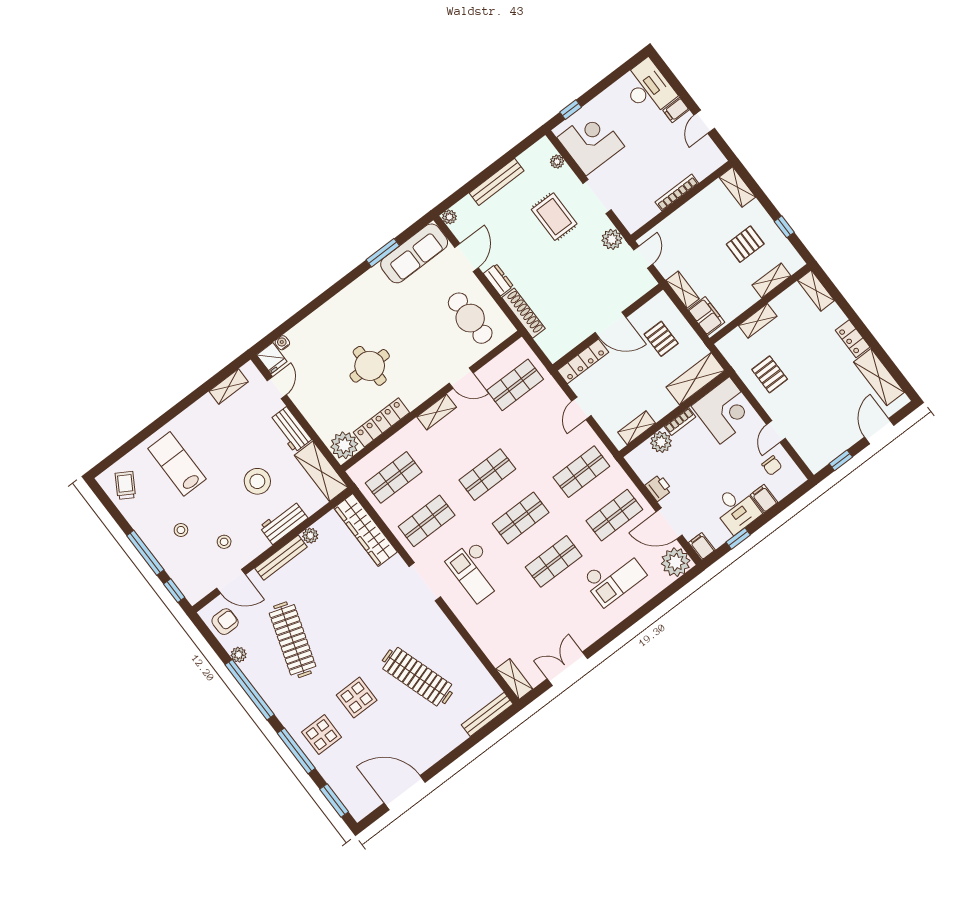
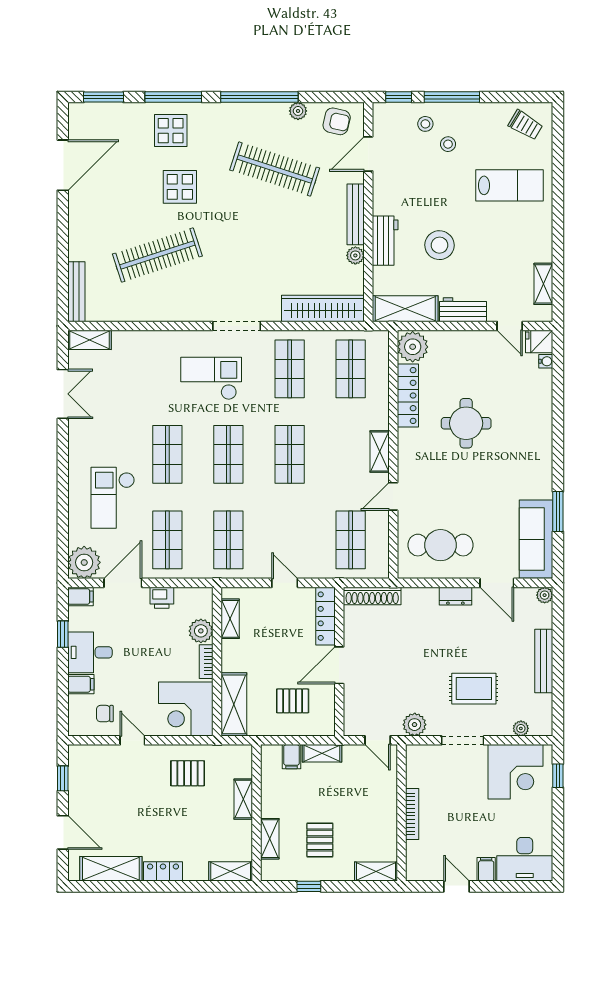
shoe rack: (523, 313) -> (372, 596), moved
filing cabinet: (706, 316) -> (292, 757), width x0.50
stool: (224, 542) -> (425, 124), moved
armchair: (225, 622) -> (337, 121), turned -77

